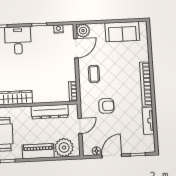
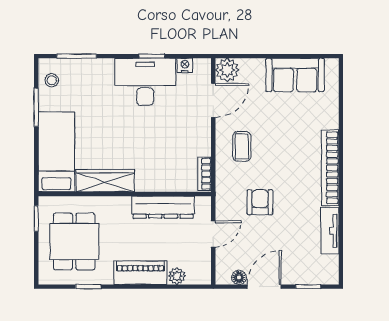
desk: (18, 40) -> (145, 82), moved, width x1.37
armchair: (106, 106) -> (260, 202), turned -90
plant: (64, 147) -> (177, 276), width x0.53, depth x0.53

